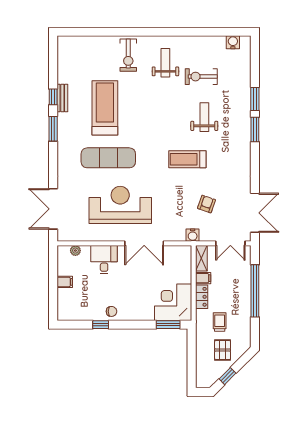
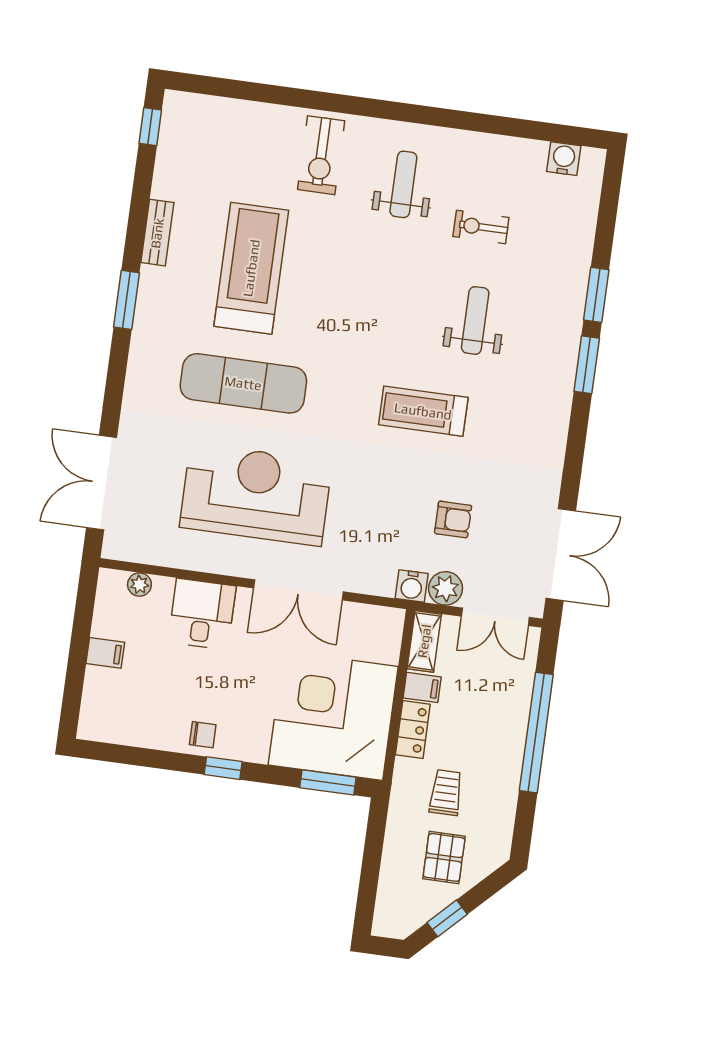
exercise bike: (201, 77) -> (481, 227), width x0.73, depth x0.72
window: (53, 97) -> (150, 127), moved
armchair: (207, 204) -> (453, 519), turned 71
plant: (207, 234) -> (446, 588), added
corner desk: (173, 302) -> (333, 716), width x1.36, depth x1.36
window: (101, 325) -> (223, 768), moved

